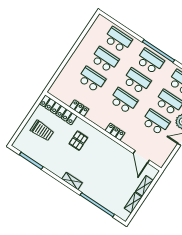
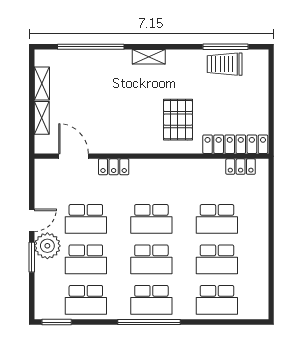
locker: (79, 108) -> (241, 167), moved
trolley: (42, 131) -> (225, 64), moved
locker: (115, 132) -> (114, 167), moved
pallet: (78, 141) -> (178, 120), width x1.50, depth x1.42

